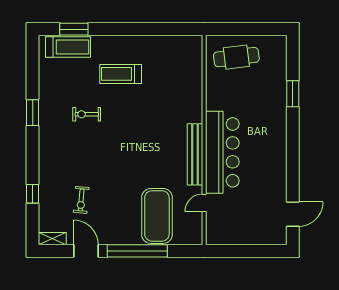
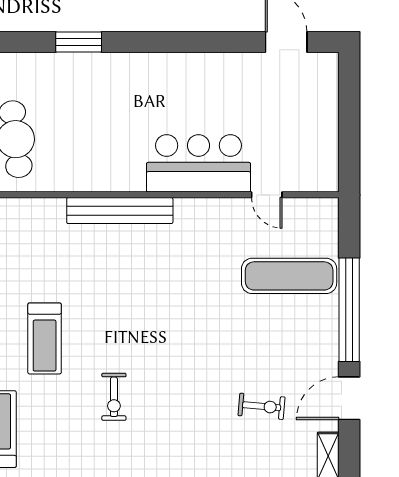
bar counter: (222, 152) -> (198, 163), width x0.73
bench: (195, 154) -> (120, 211), moved
exercise mat: (157, 216) -> (289, 276), width x0.68

